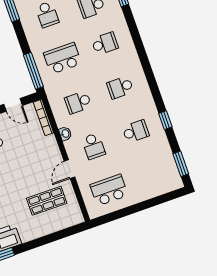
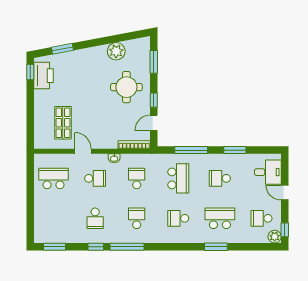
school desk: (105, 44) -> (178, 218), turned 90
window: (33, 71) -> (191, 150), moved
window: (154, 87) -> (127, 247), added
school desk: (94, 146) -> (95, 178), turned 180
school desk: (109, 190) -> (54, 178), turned -90

